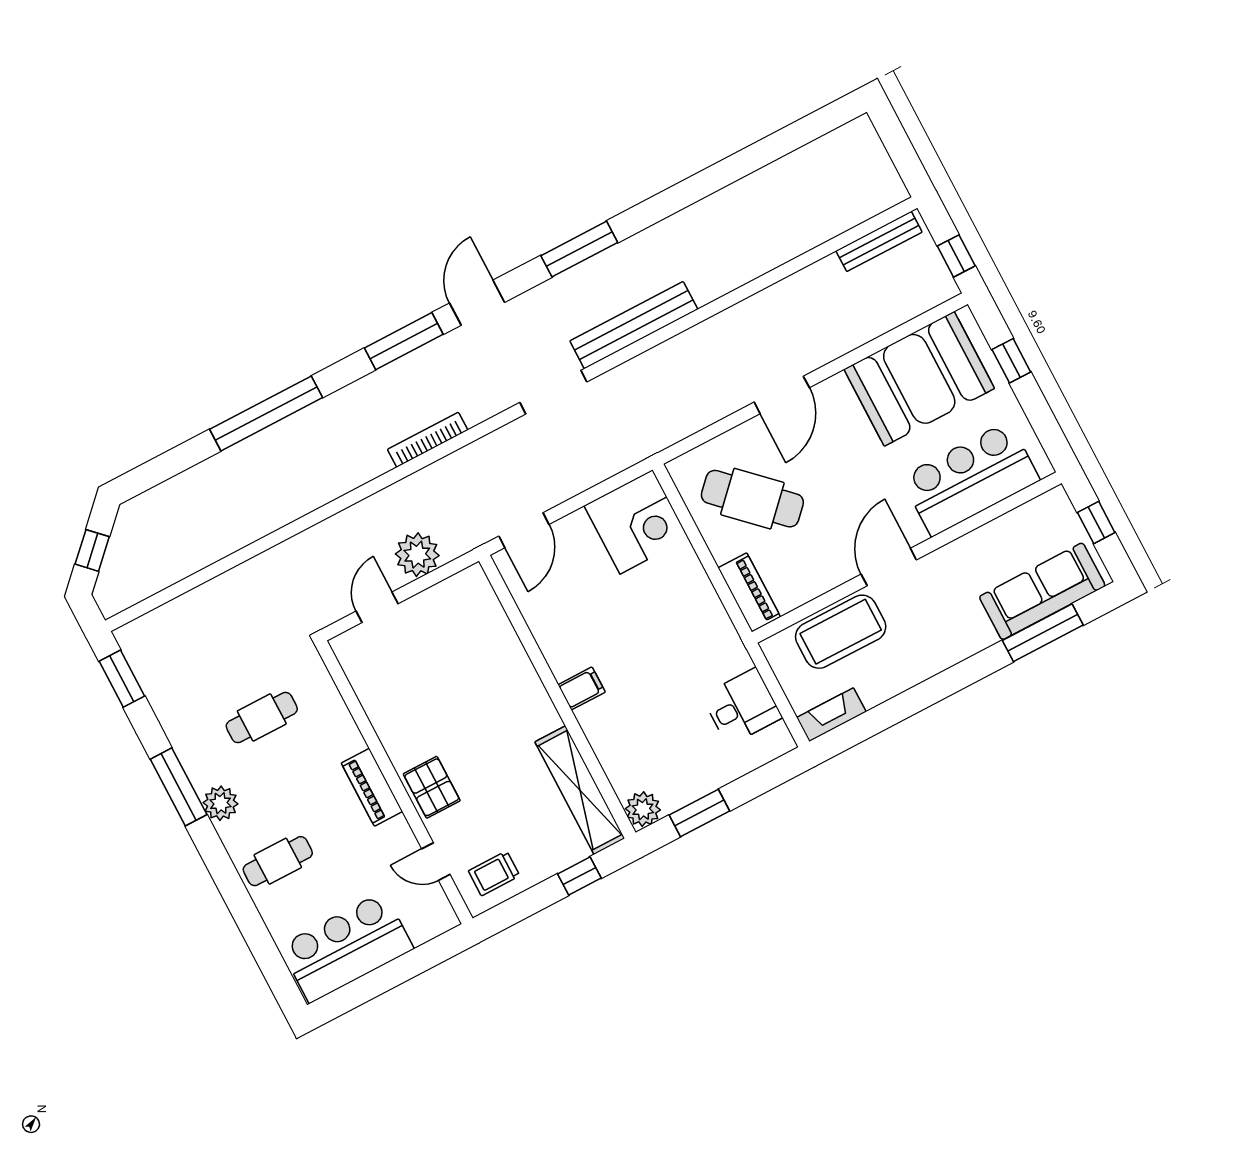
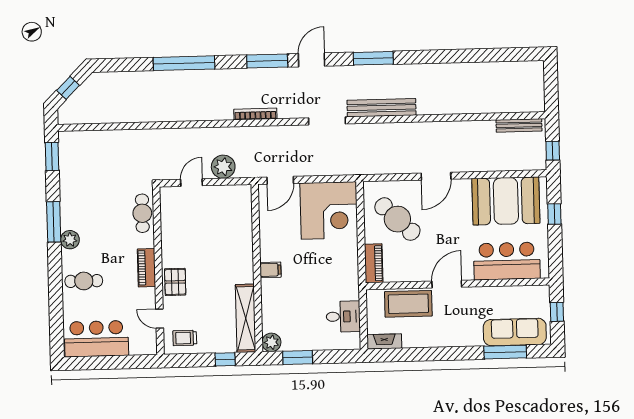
corner desk: (636, 522) -> (329, 210), width x1.36, depth x1.36
cafe table: (262, 717) -> (142, 213), moved, turned 90

